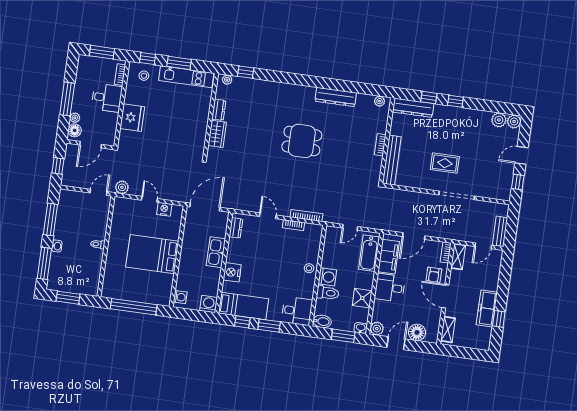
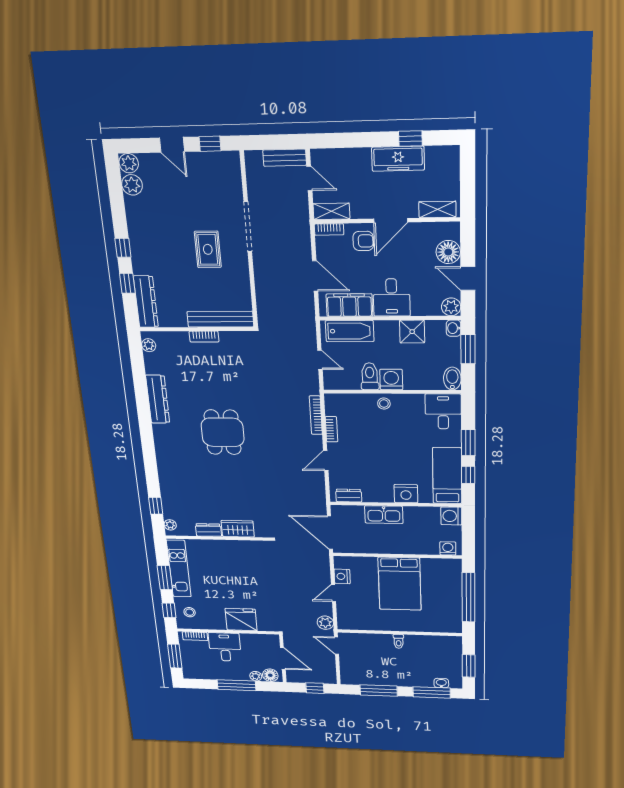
washbasin: (57, 246) -> (441, 683), moved
toilet: (328, 293) -> (370, 376), moved

